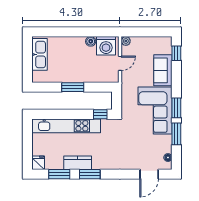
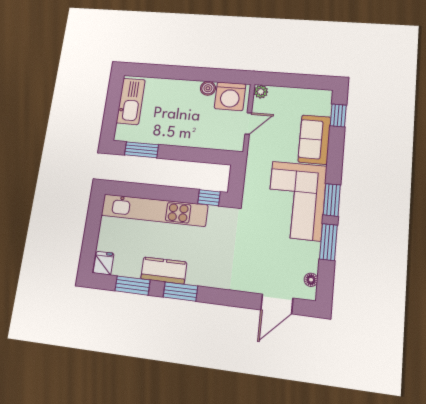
window: (73, 87) -> (142, 150), moved

